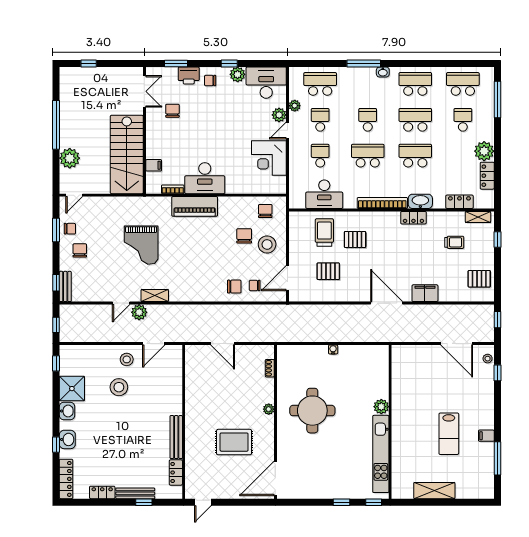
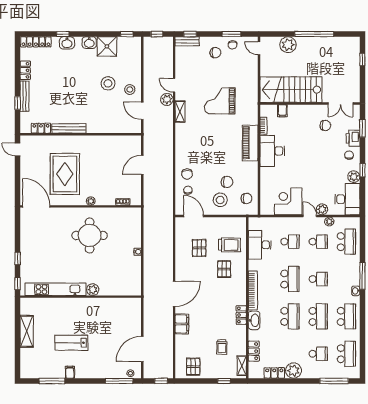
window: (497, 373) -> (119, 381), width x2.17
rug: (234, 442) -> (65, 174), width x1.37, depth x1.44

